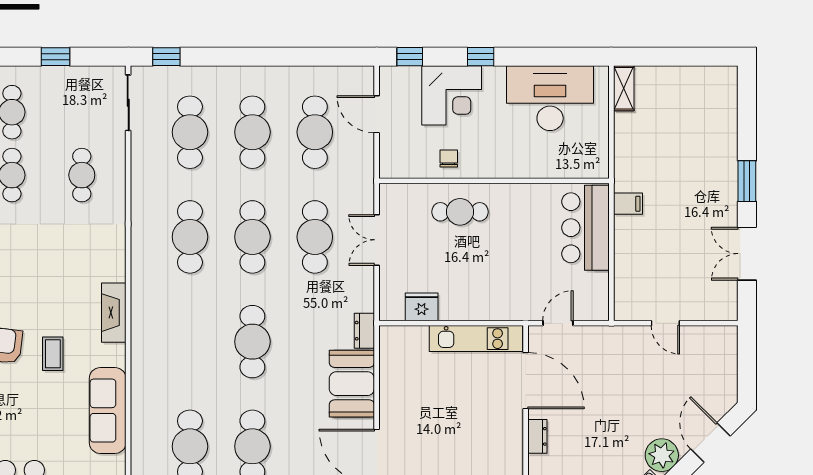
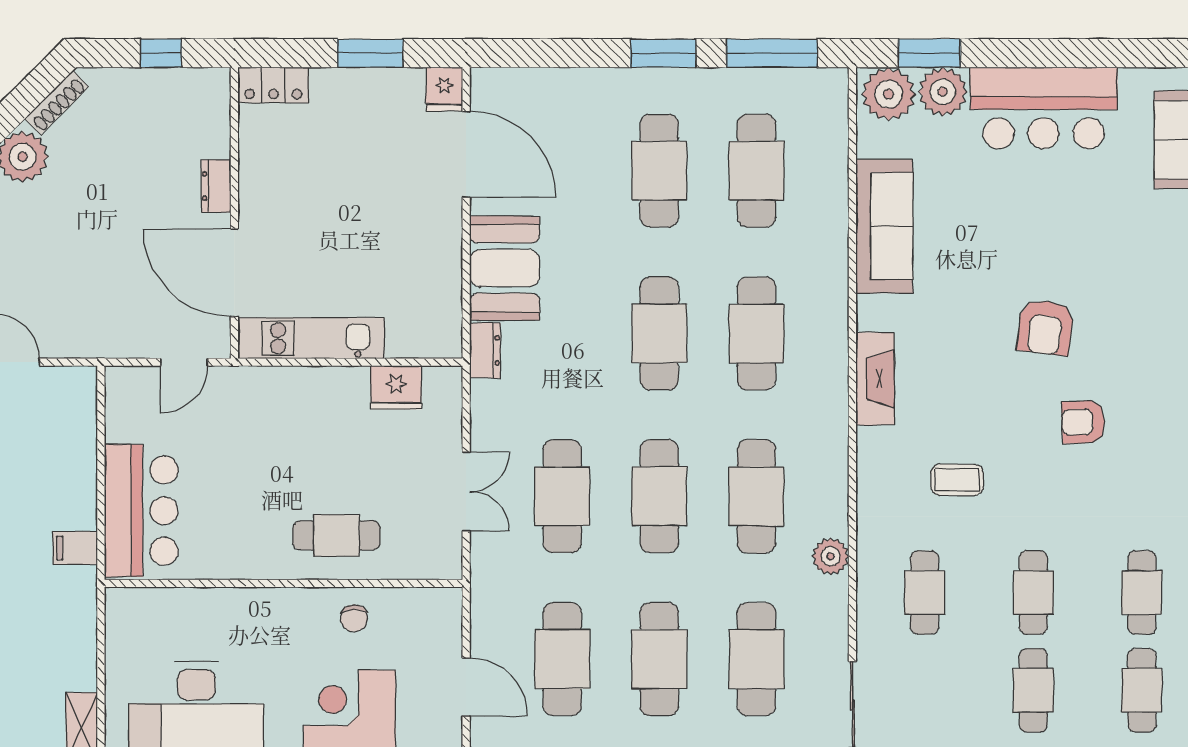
plant: (142, 198) -> (831, 556), added
cafe table: (190, 342) -> (756, 333), added
coffee table: (53, 354) -> (957, 480), moved, turned 90

